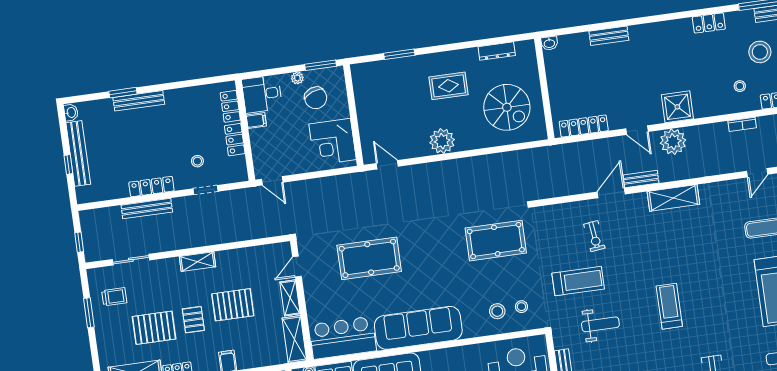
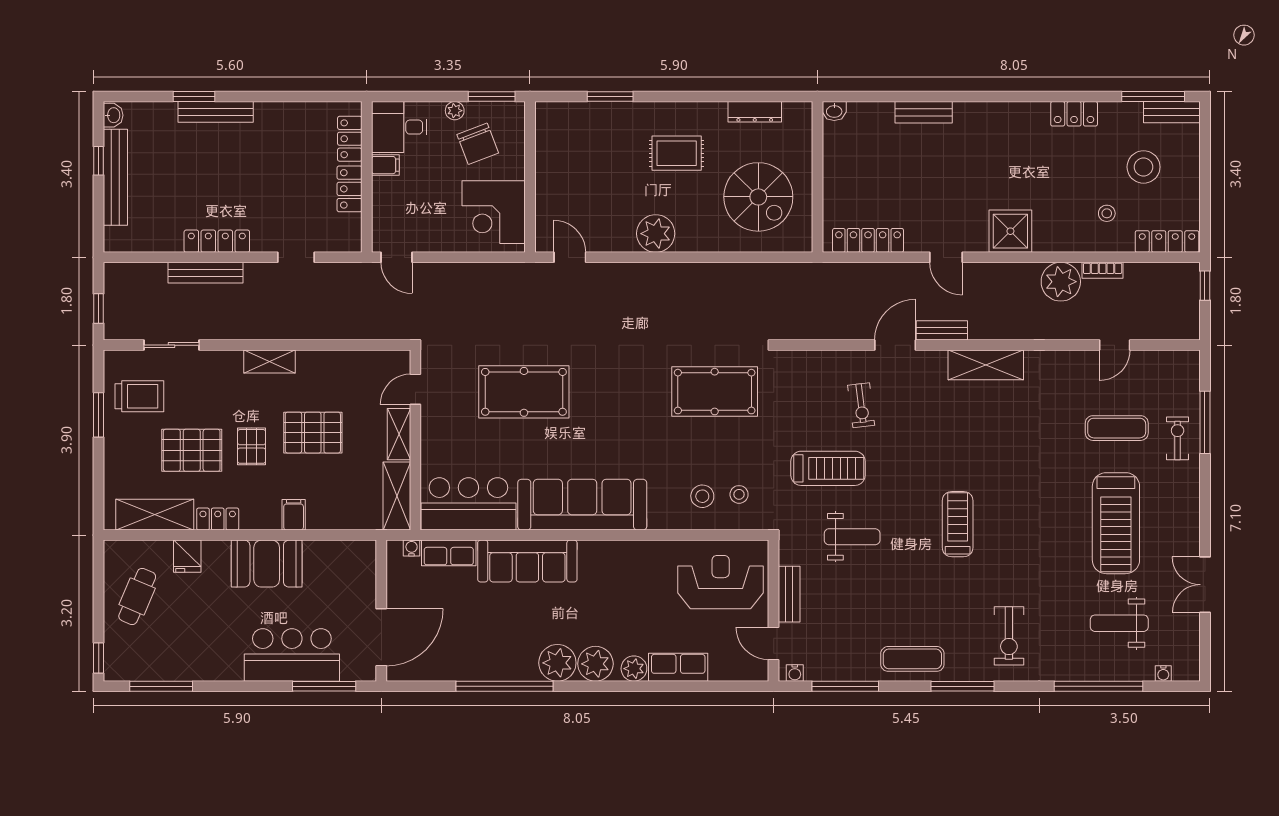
plant: (673, 142) -> (1061, 282), moved
stool: (197, 161) -> (290, 213), removed
window: (68, 164) -> (99, 161), moved
trolley: (114, 297) -> (139, 396), width x1.36, depth x1.39

